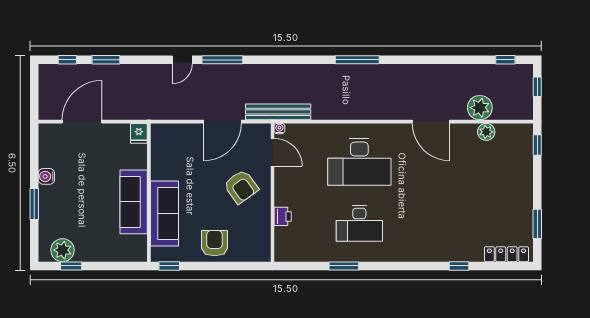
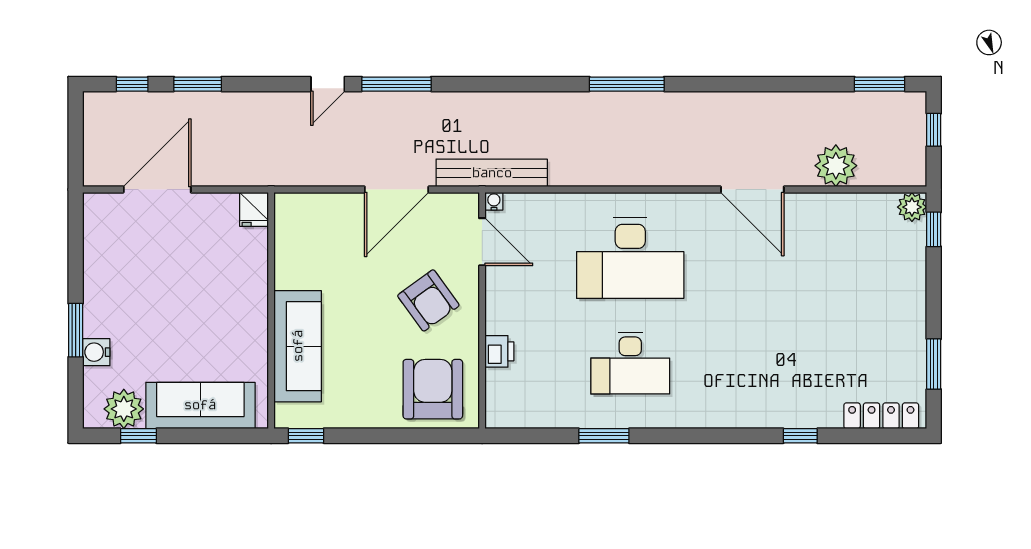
window: (505, 60) -> (880, 84), width x1.50
plant: (486, 132) -> (912, 207), moved
water cooler: (46, 176) -> (96, 352), moved
sofa: (134, 202) -> (200, 405), moved, turned 90
armchair: (215, 243) -> (433, 389), moved, width x1.36, depth x1.36

